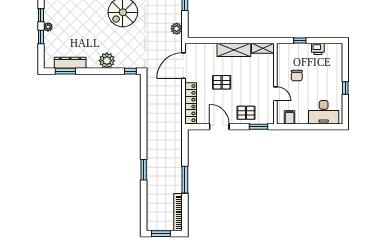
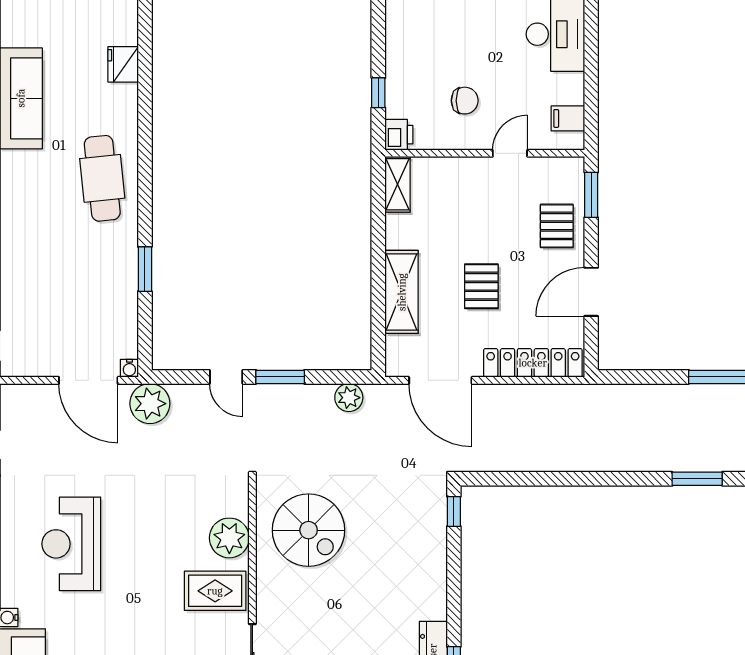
printer: (318, 49) -> (399, 135), moved
shelving: (234, 50) -> (402, 292), moved
plant: (107, 61) -> (428, 570), removed

